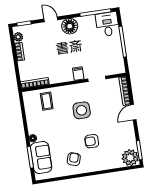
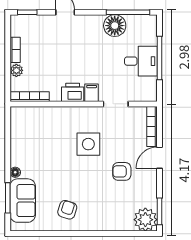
desk: (107, 24) -> (141, 61), moved, turned 90
floor lamp: (70, 26) -> (115, 26), moved
plant: (18, 37) -> (16, 70), moved
printer: (65, 75) -> (73, 92), added
coffee table: (47, 101) -> (42, 124), removed
armchair: (92, 141) -> (122, 171), moved

